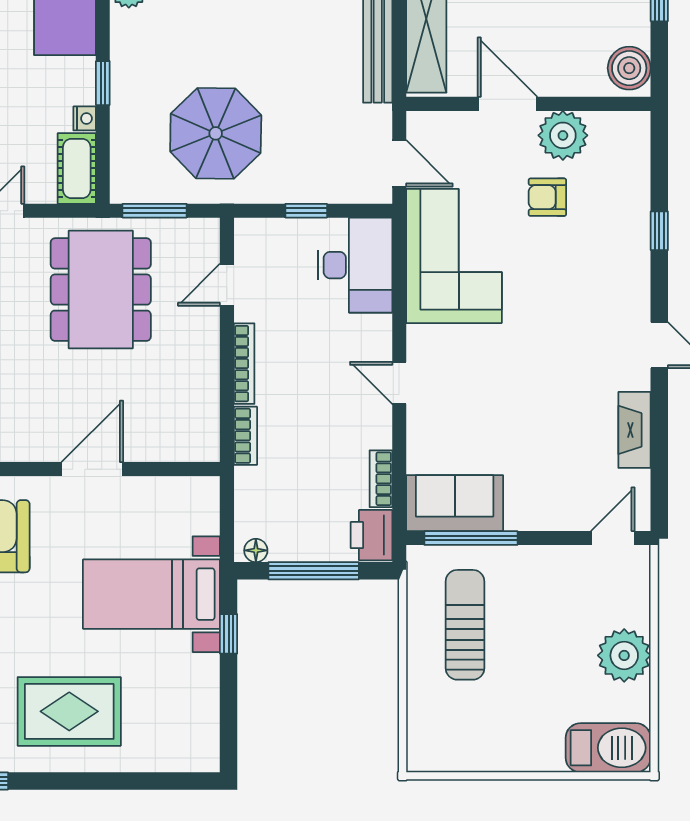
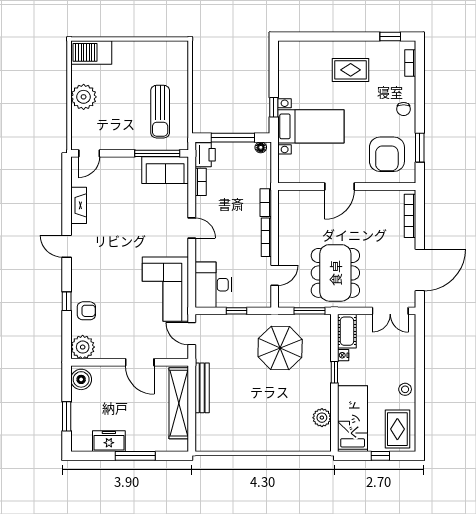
plant: (563, 135) -> (83, 347), moved
armchair: (547, 197) -> (86, 311), moved
rug: (69, 711) -> (351, 70), width x0.73, depth x0.70

